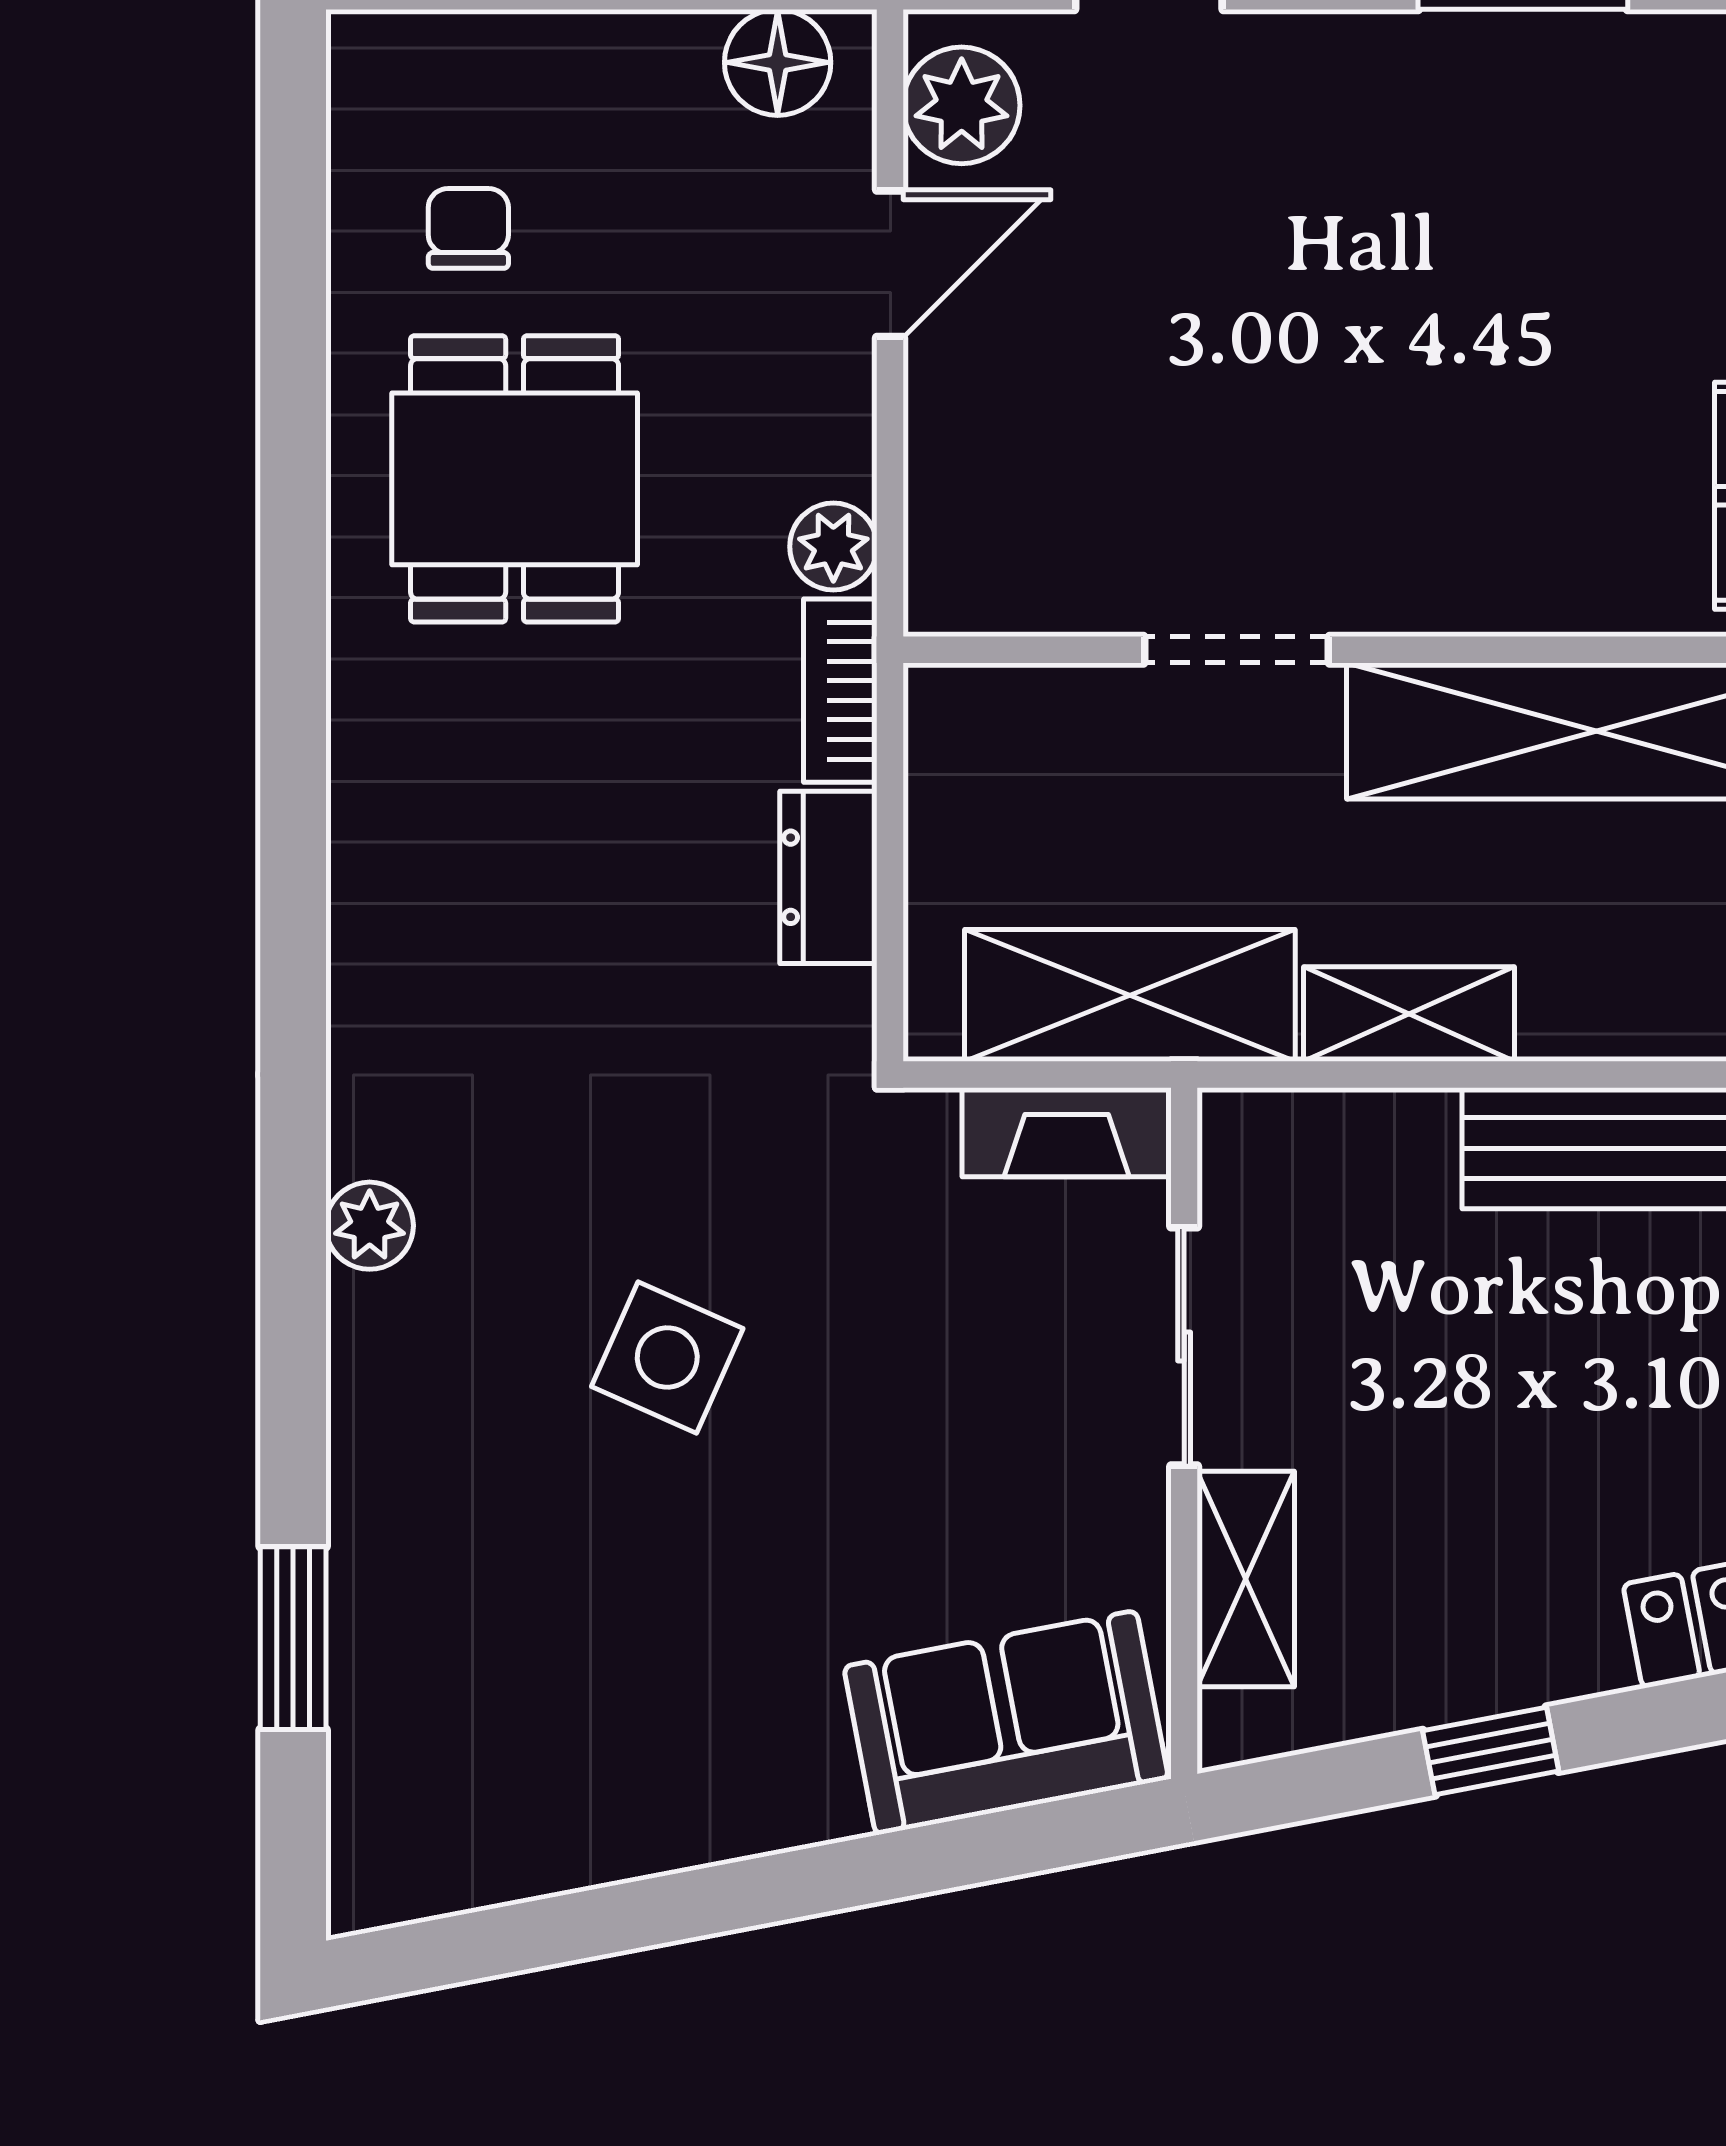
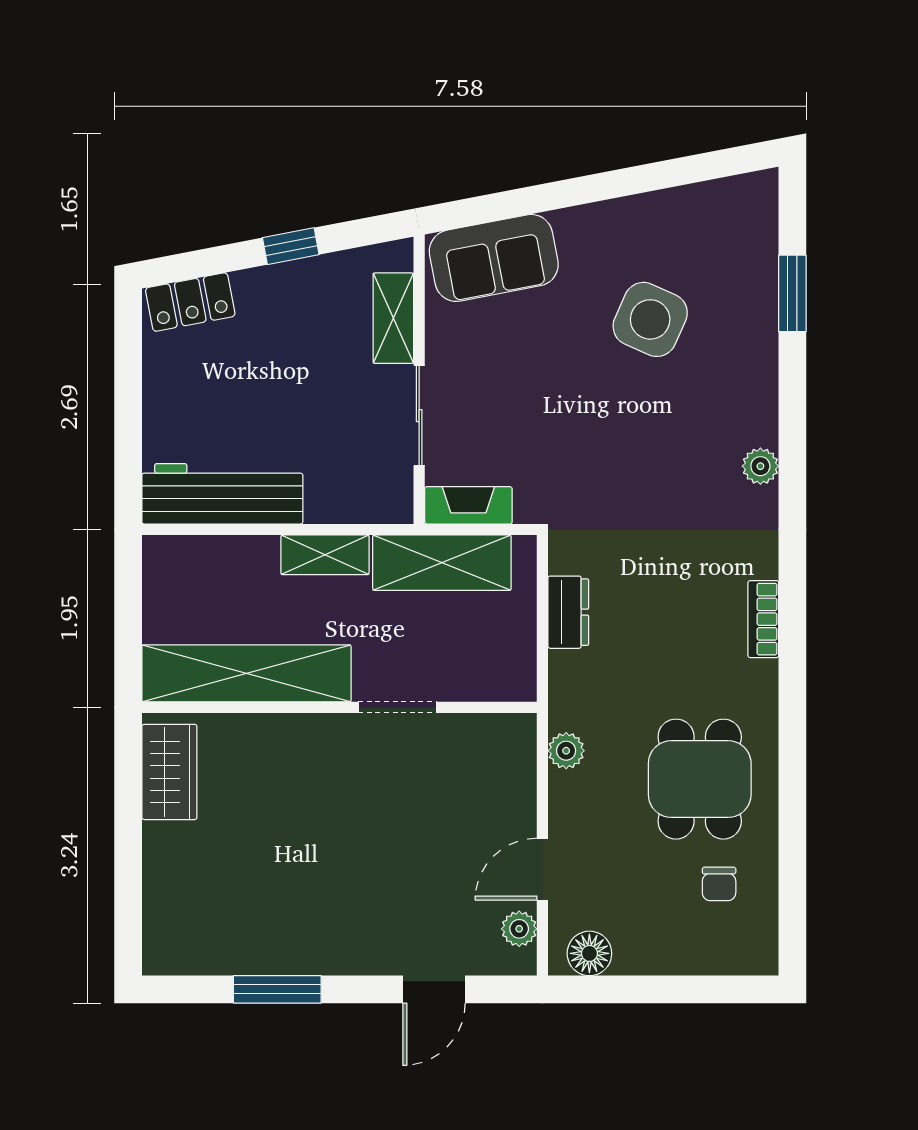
plant: (962, 105) -> (519, 929), width x0.73, depth x0.73
bookcase: (840, 691) -> (763, 619), moved, turned 180
side table: (667, 1357) -> (650, 319), moved, width x1.37, depth x1.37

